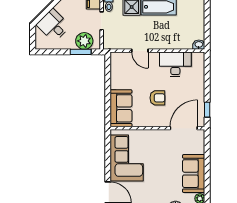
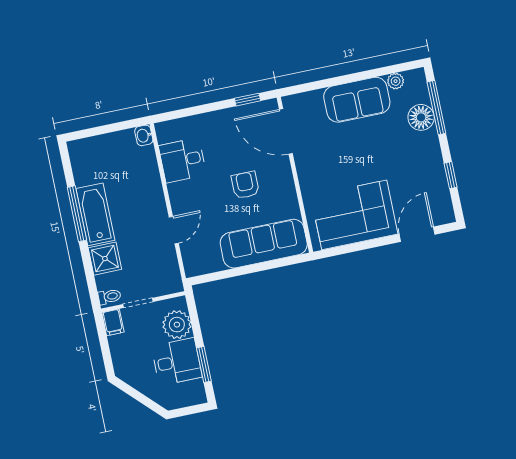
desk: (53, 25) -> (177, 362), moved, turned -135
window: (81, 52) -> (204, 364), moved
desk: (175, 64) -> (182, 160), width x0.73
sofa: (121, 108) -> (264, 244), width x1.36

